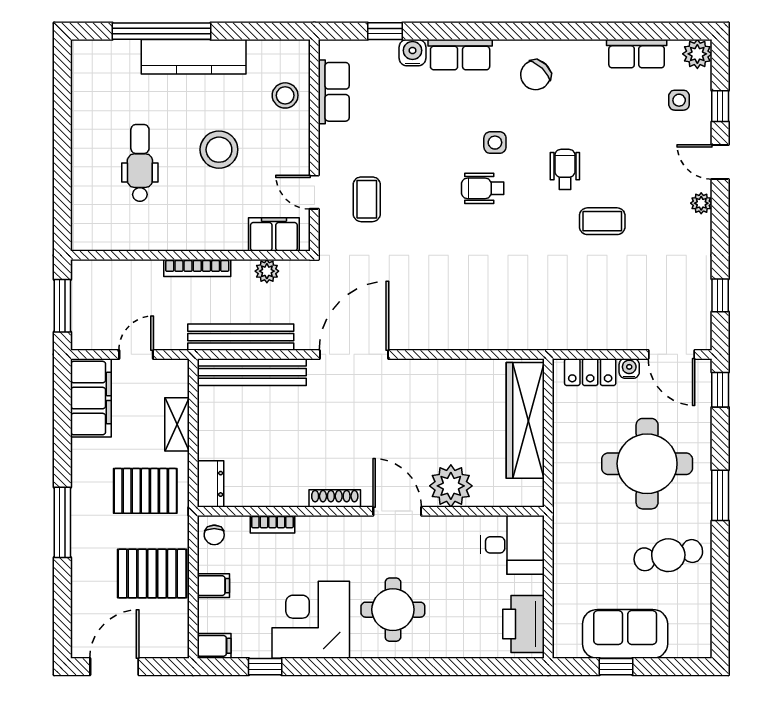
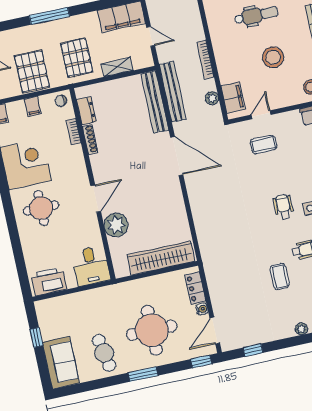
dresser: (210, 484) -> (86, 111), moved, turned -90
shoe rack: (335, 498) -> (90, 139), moved
sofa: (625, 634) -> (61, 363), moved

